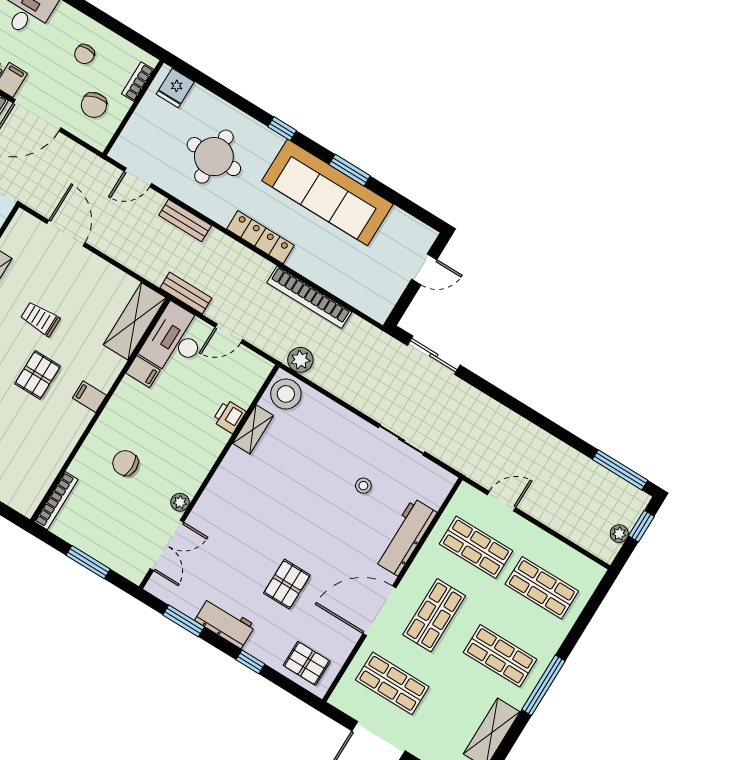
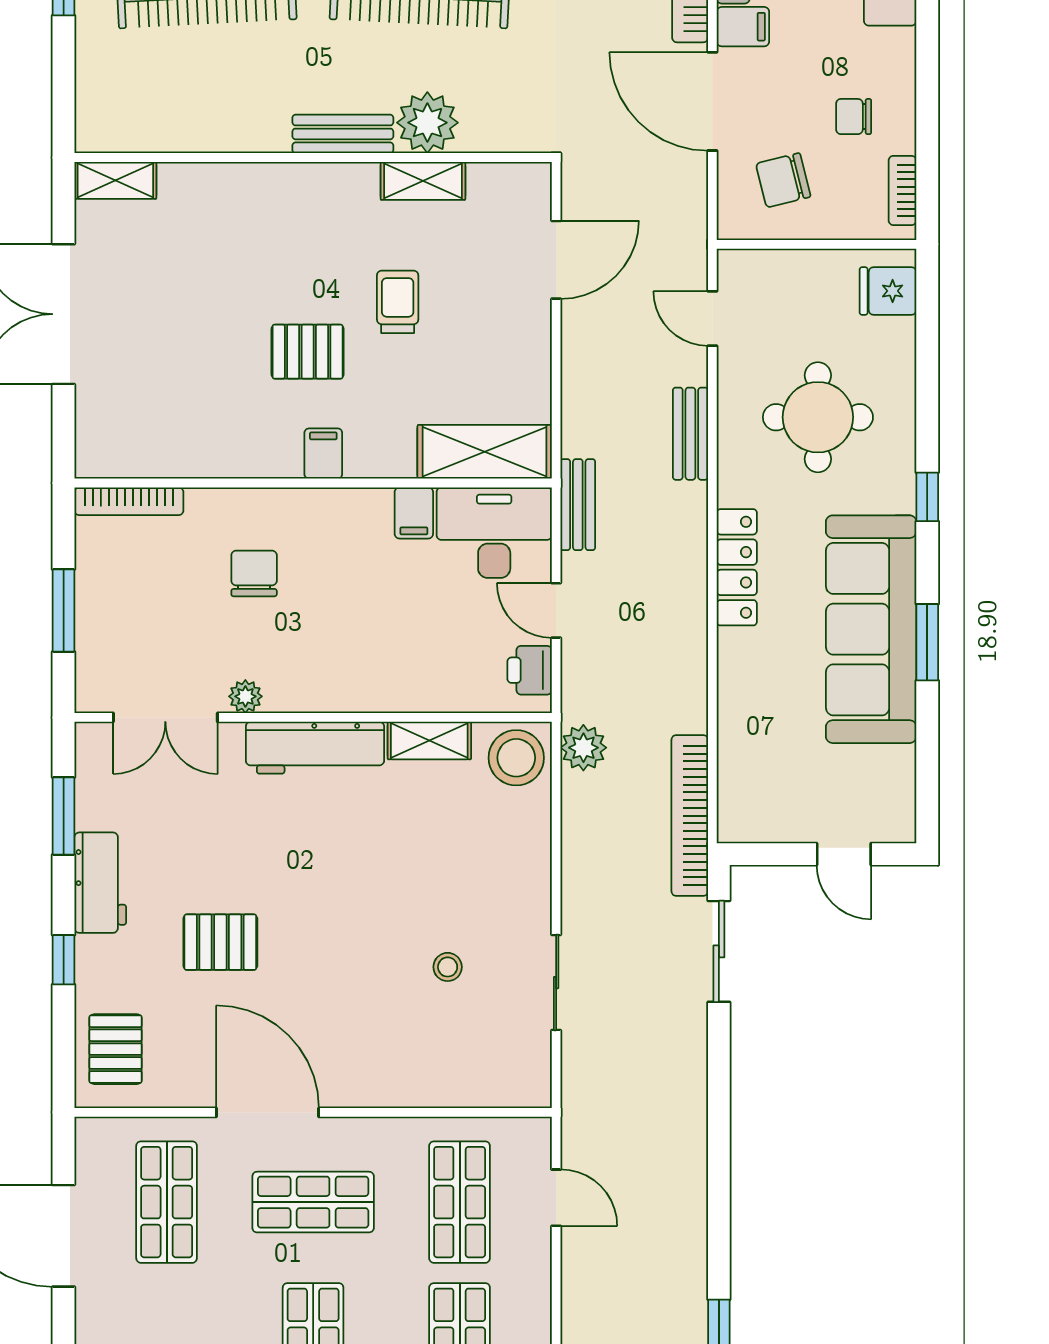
bookcase: (138, 82) -> (902, 190), moved, turned -90
bookcase: (309, 297) -> (690, 816), moved
printer: (229, 416) -> (530, 670), moved, turned -90
workbench: (405, 537) -> (315, 748), moved, turned 180

